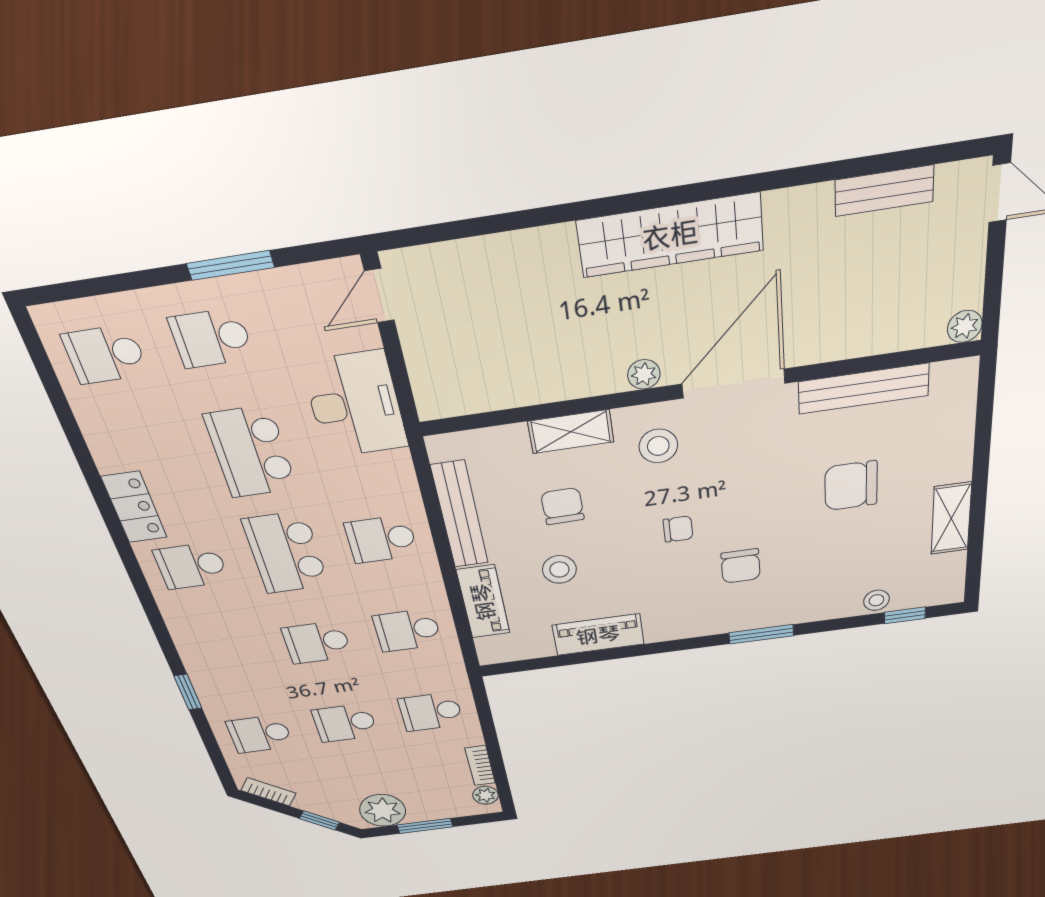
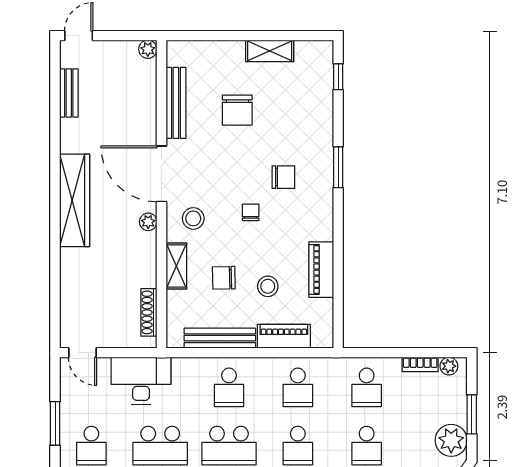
shoe rack: (480, 400) -> (149, 312), added
stool: (876, 600) -> (323, 95), removed

